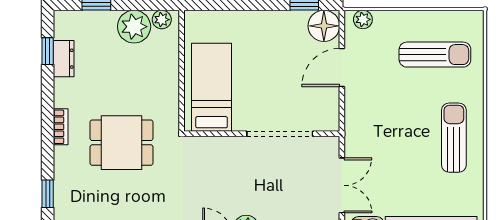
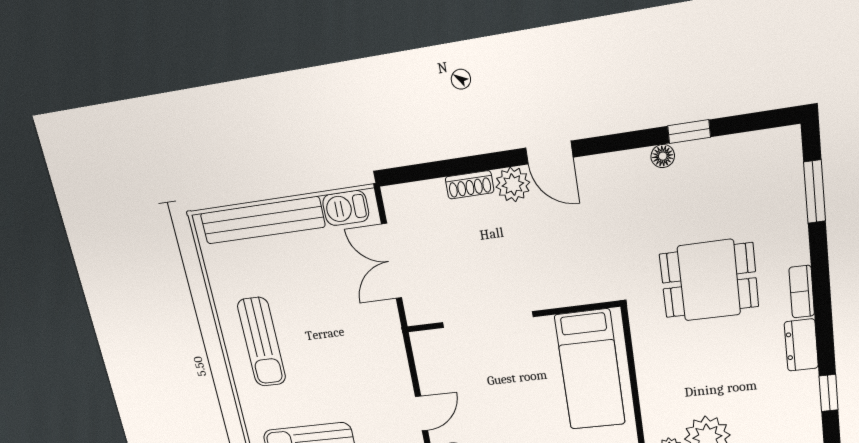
dresser: (64, 59) -> (801, 345), moved
door: (342, 68) -> (422, 413), width x0.73
window: (48, 194) -> (815, 192), width x1.50

